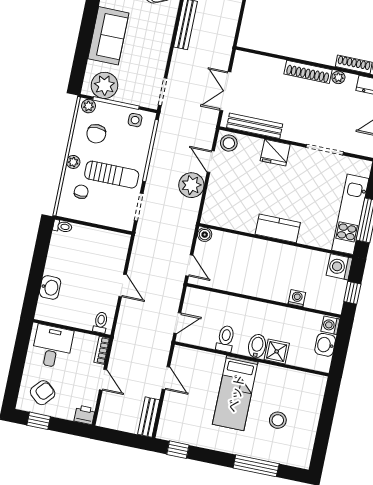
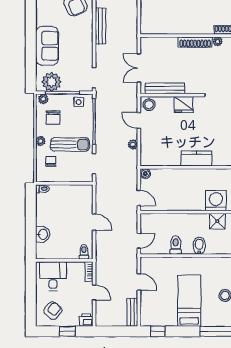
plant: (191, 185) -> (133, 144), width x0.53, depth x0.53
washing machine: (297, 298) -> (216, 201), width x1.89, depth x1.89
shower: (277, 351) -> (217, 221), moved
bed: (235, 393) -> (189, 301), moved, turned 180
window: (39, 421) -> (67, 331), moved

